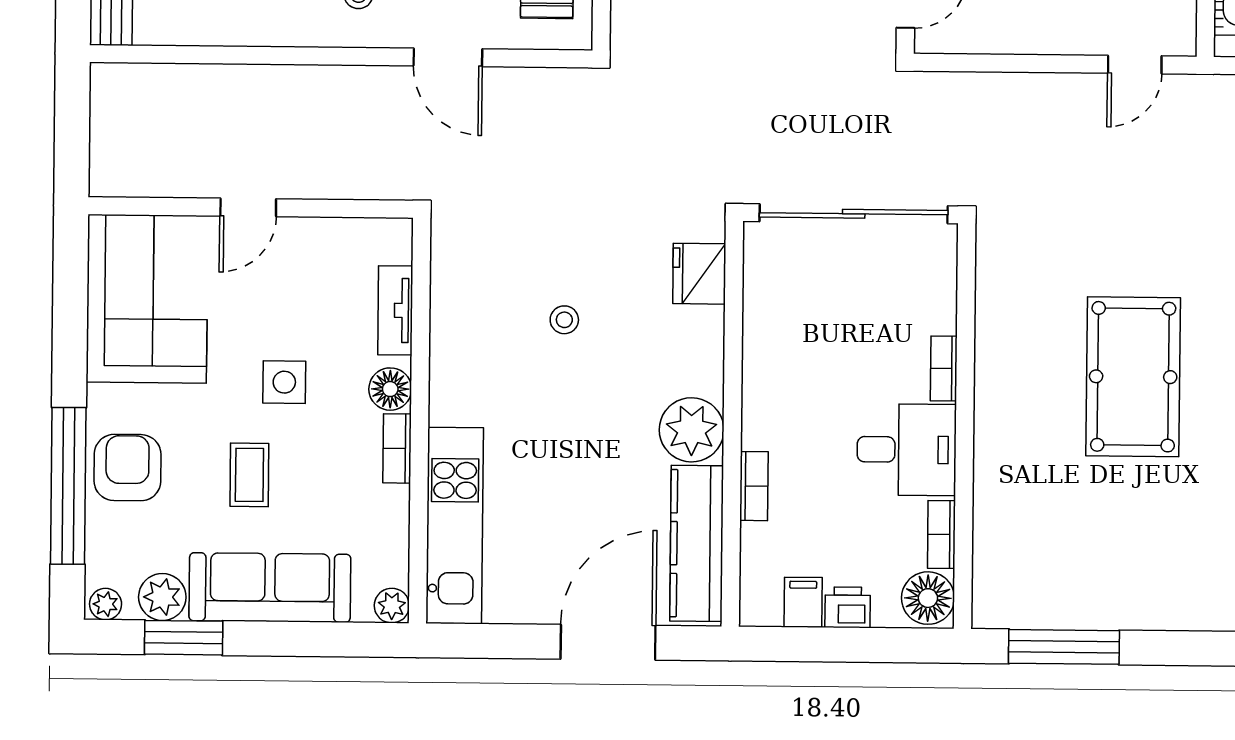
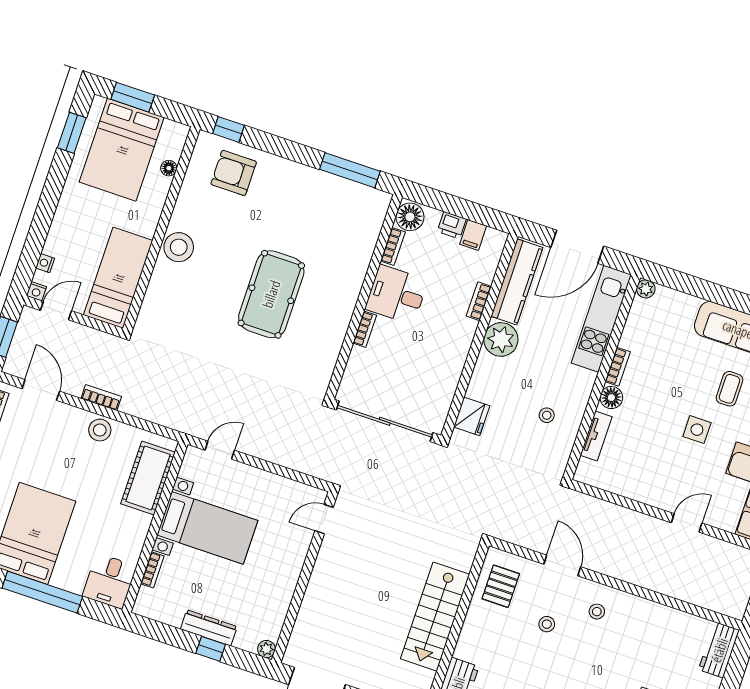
tv unit: (395, 310) -> (596, 436), moved
floor lamp: (390, 389) -> (611, 398), moved
wall: (420, 420) -> (602, 377), moved
bookcase: (397, 448) -> (618, 367), moved
kitchen unit: (455, 525) -> (601, 319), moved
plant: (392, 606) -> (646, 289), moved

